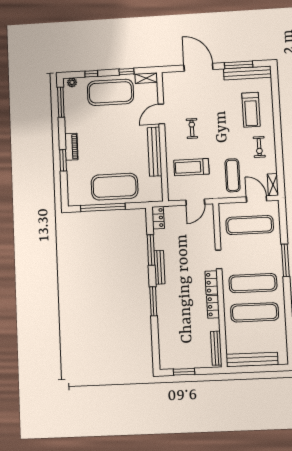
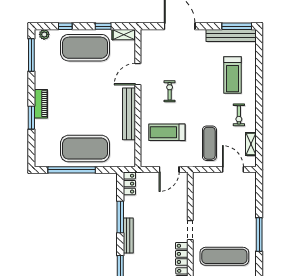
window: (239, 65) -> (237, 26), moved
shelving: (273, 185) -> (251, 144), moved
exercise mat: (250, 225) -> (224, 196), removed

